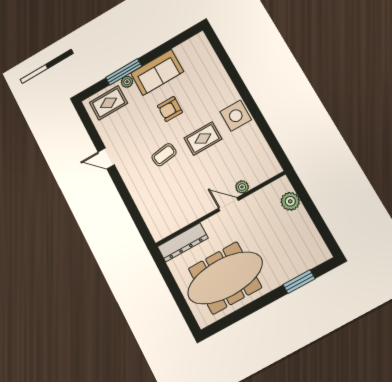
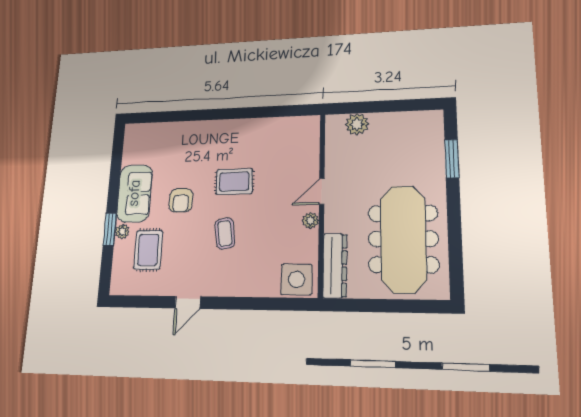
window: (124, 72) -> (110, 229), width x0.69
rug: (108, 103) -> (148, 250), moved
side table: (236, 116) -> (297, 279), moved
rug: (203, 139) -> (234, 182), turned 90
plant: (242, 187) -> (311, 221), moved

